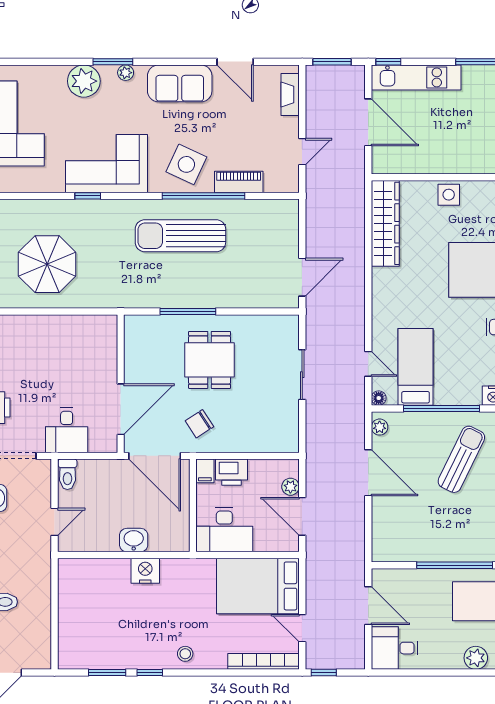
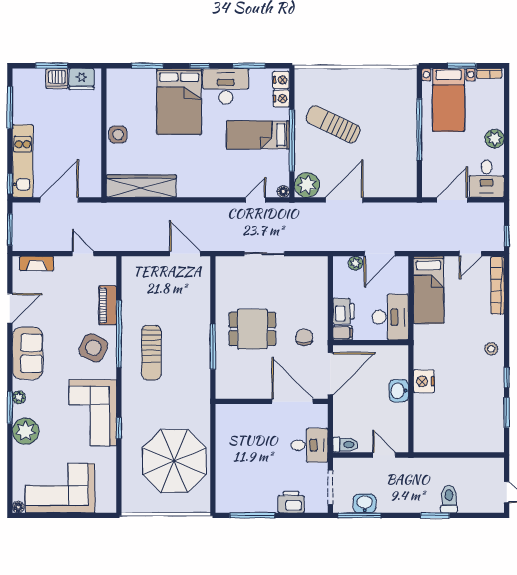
sun lounger: (180, 236) -> (151, 353), width x0.73, depth x0.75
parasol: (47, 264) -> (174, 461), width x1.36, depth x1.36
bed: (416, 367) -> (258, 135), moved
chair: (199, 424) -> (304, 337), turned -147
plant: (380, 427) -> (307, 185), width x1.88, depth x1.88
bed: (258, 586) -> (429, 290), width x0.67
plant: (476, 658) -> (495, 139), moved

